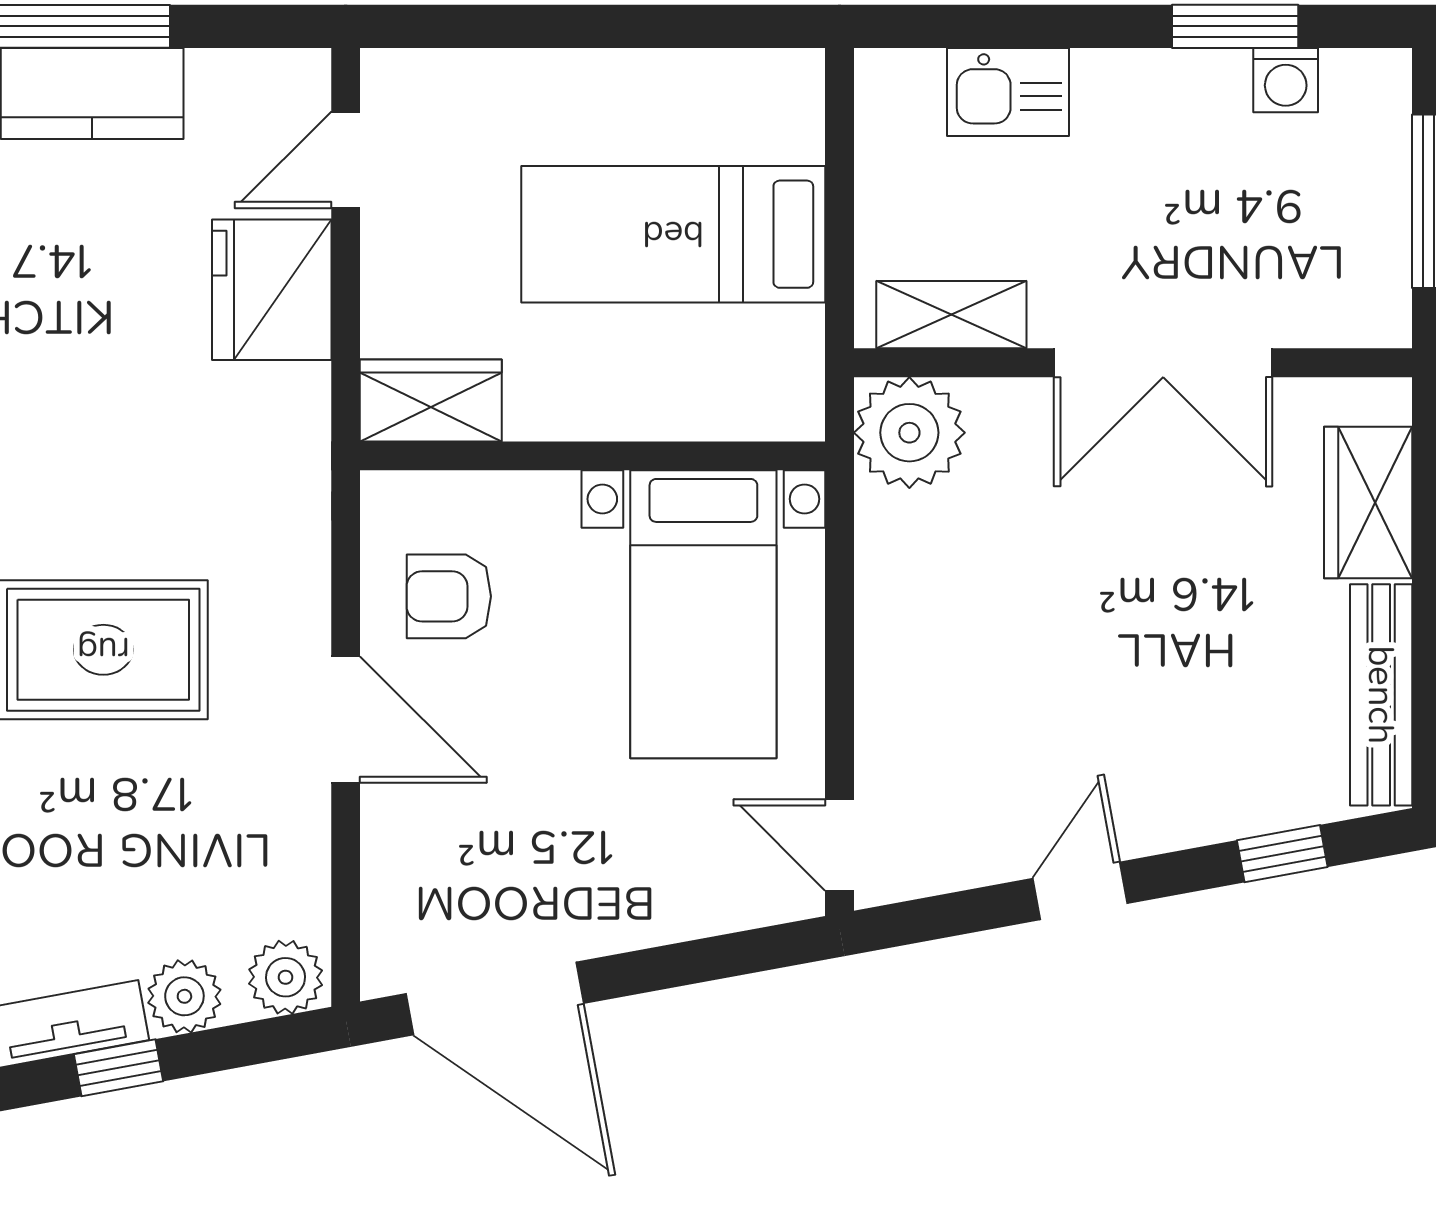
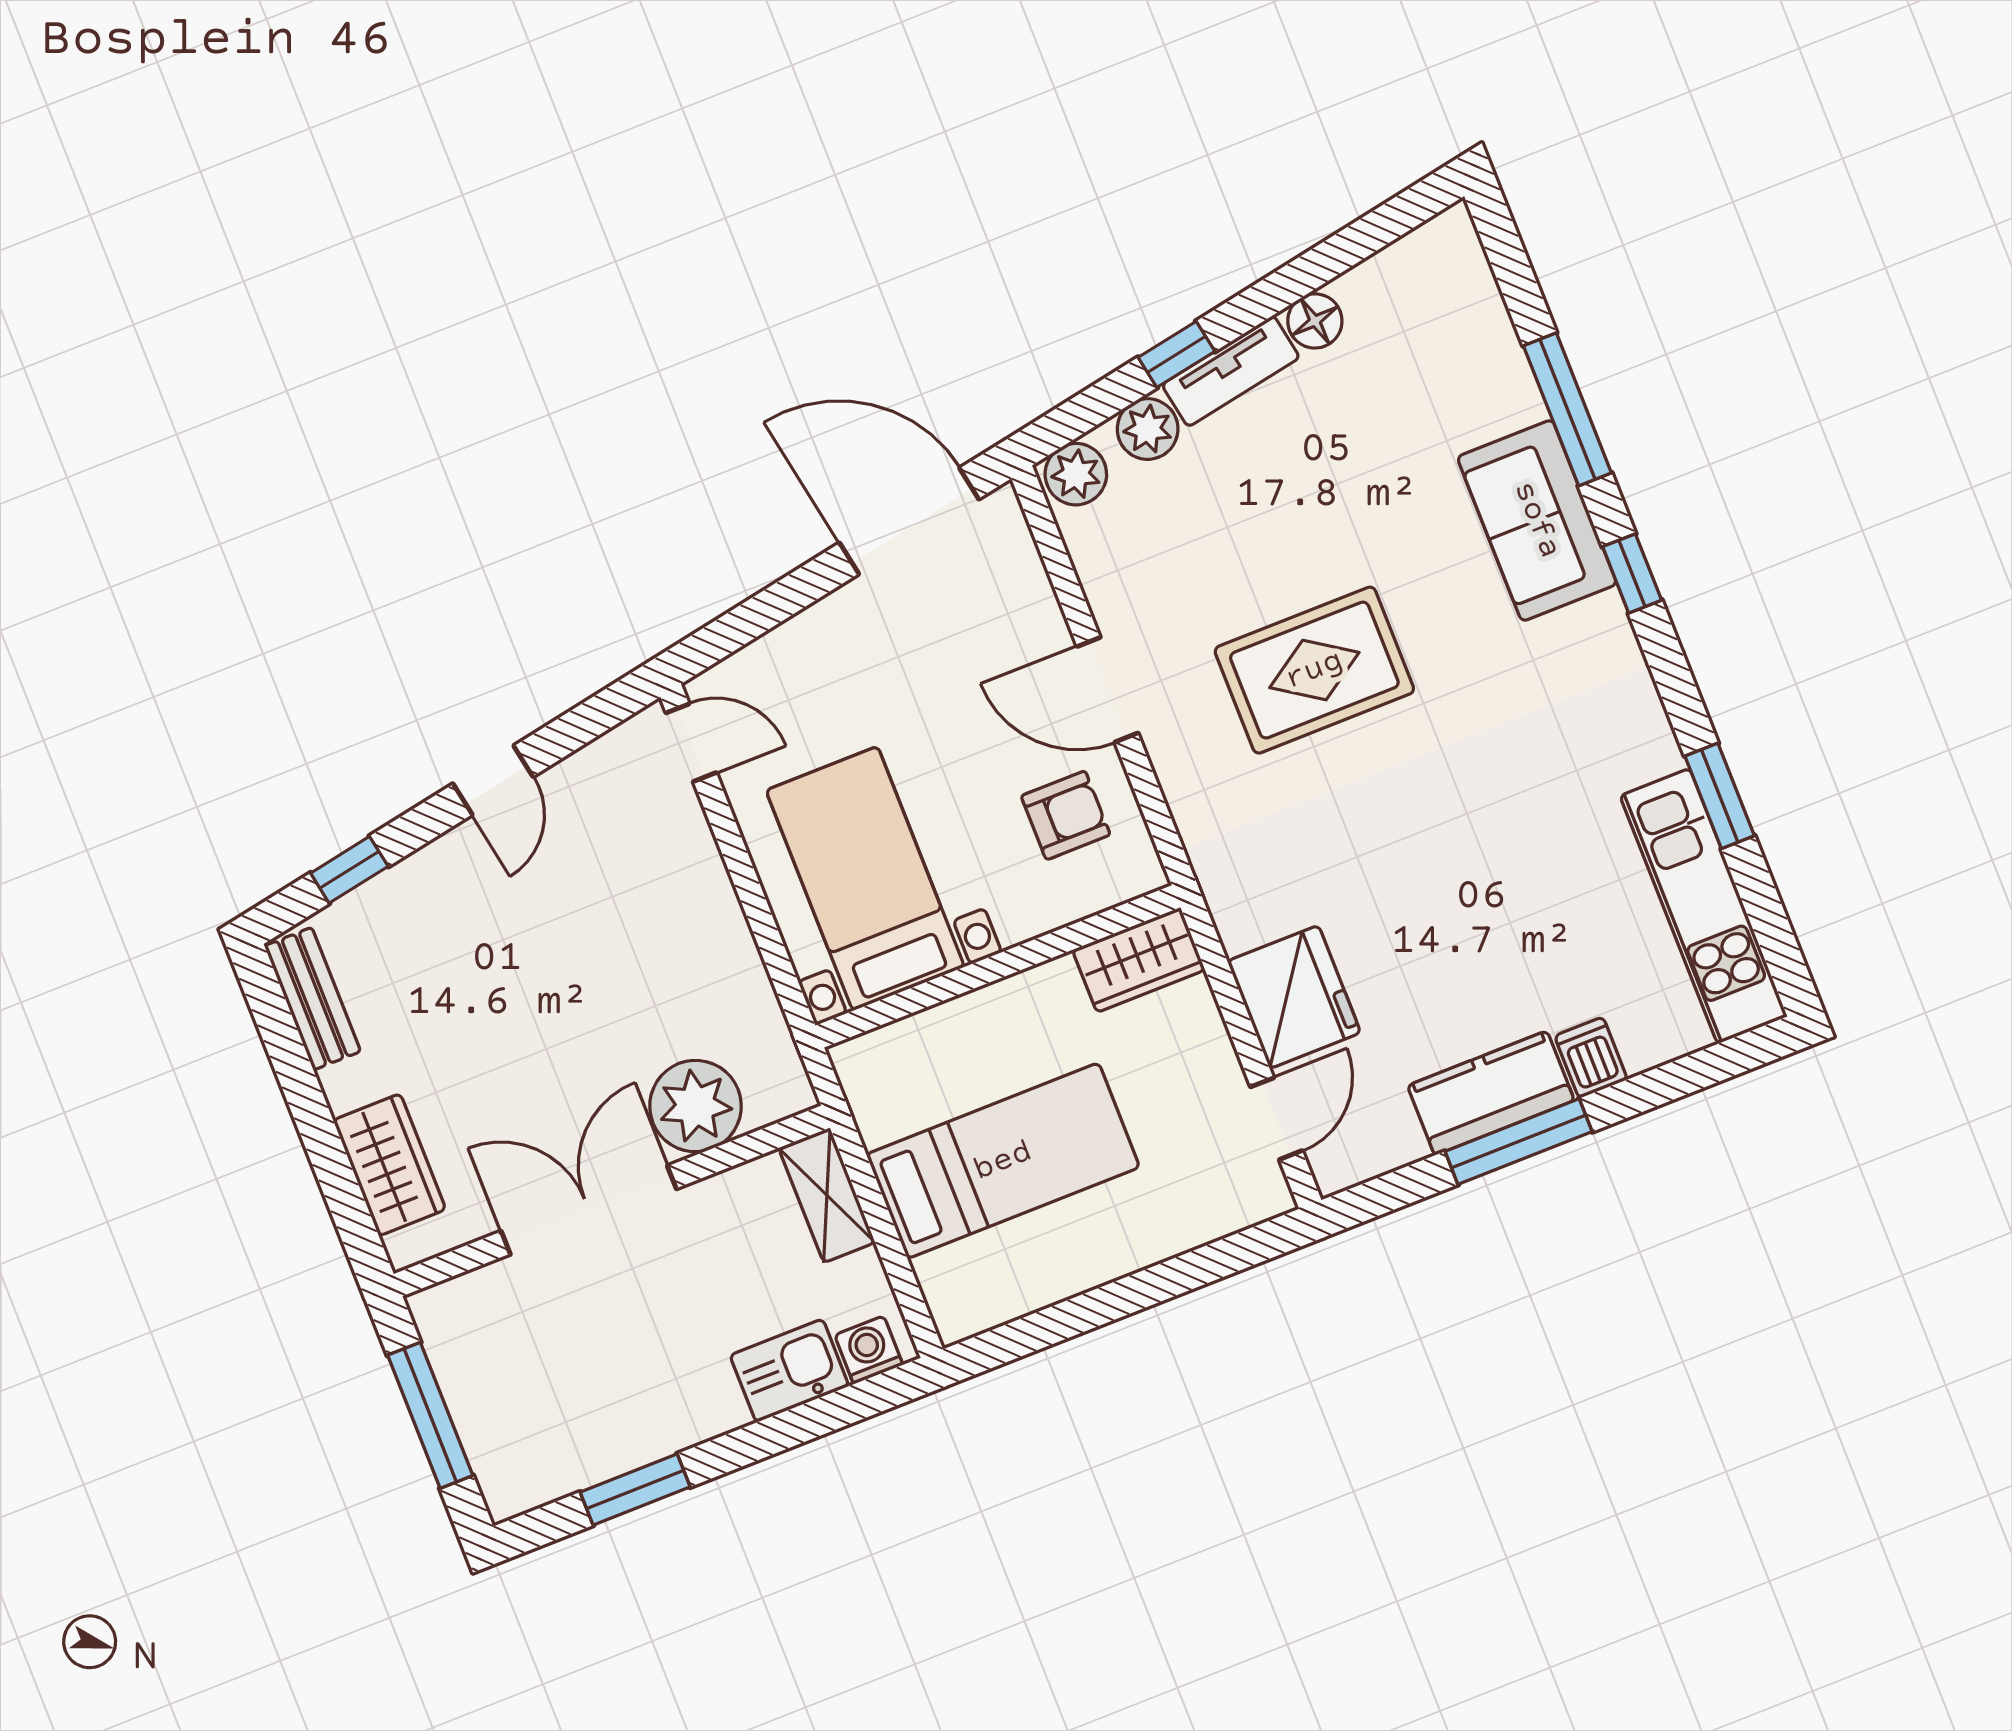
washing machine: (1286, 80) -> (869, 1350), moved
shelving: (951, 315) -> (827, 1195), moved, turned 90
plant: (909, 433) -> (695, 1106), moved
bench: (1381, 695) -> (313, 999), width x0.73

